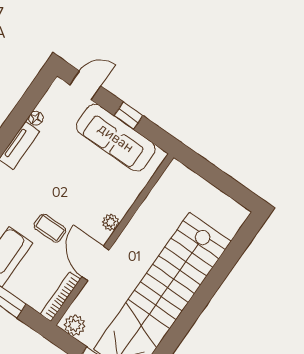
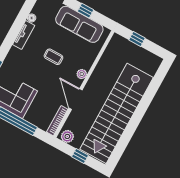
window: (210, 173) -> (137, 39), added
coffee table: (50, 228) -> (53, 57), moved

